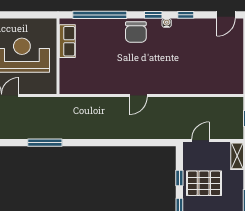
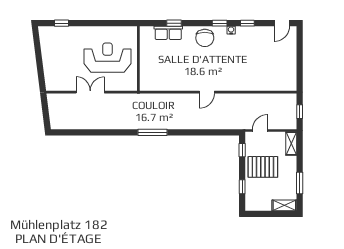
window: (100, 15) -> (174, 23), width x0.32
row of seats: (67, 41) -> (168, 33), moved, turned 90
window: (45, 143) -> (152, 132), moved
window: (179, 178) -> (242, 150), moved

